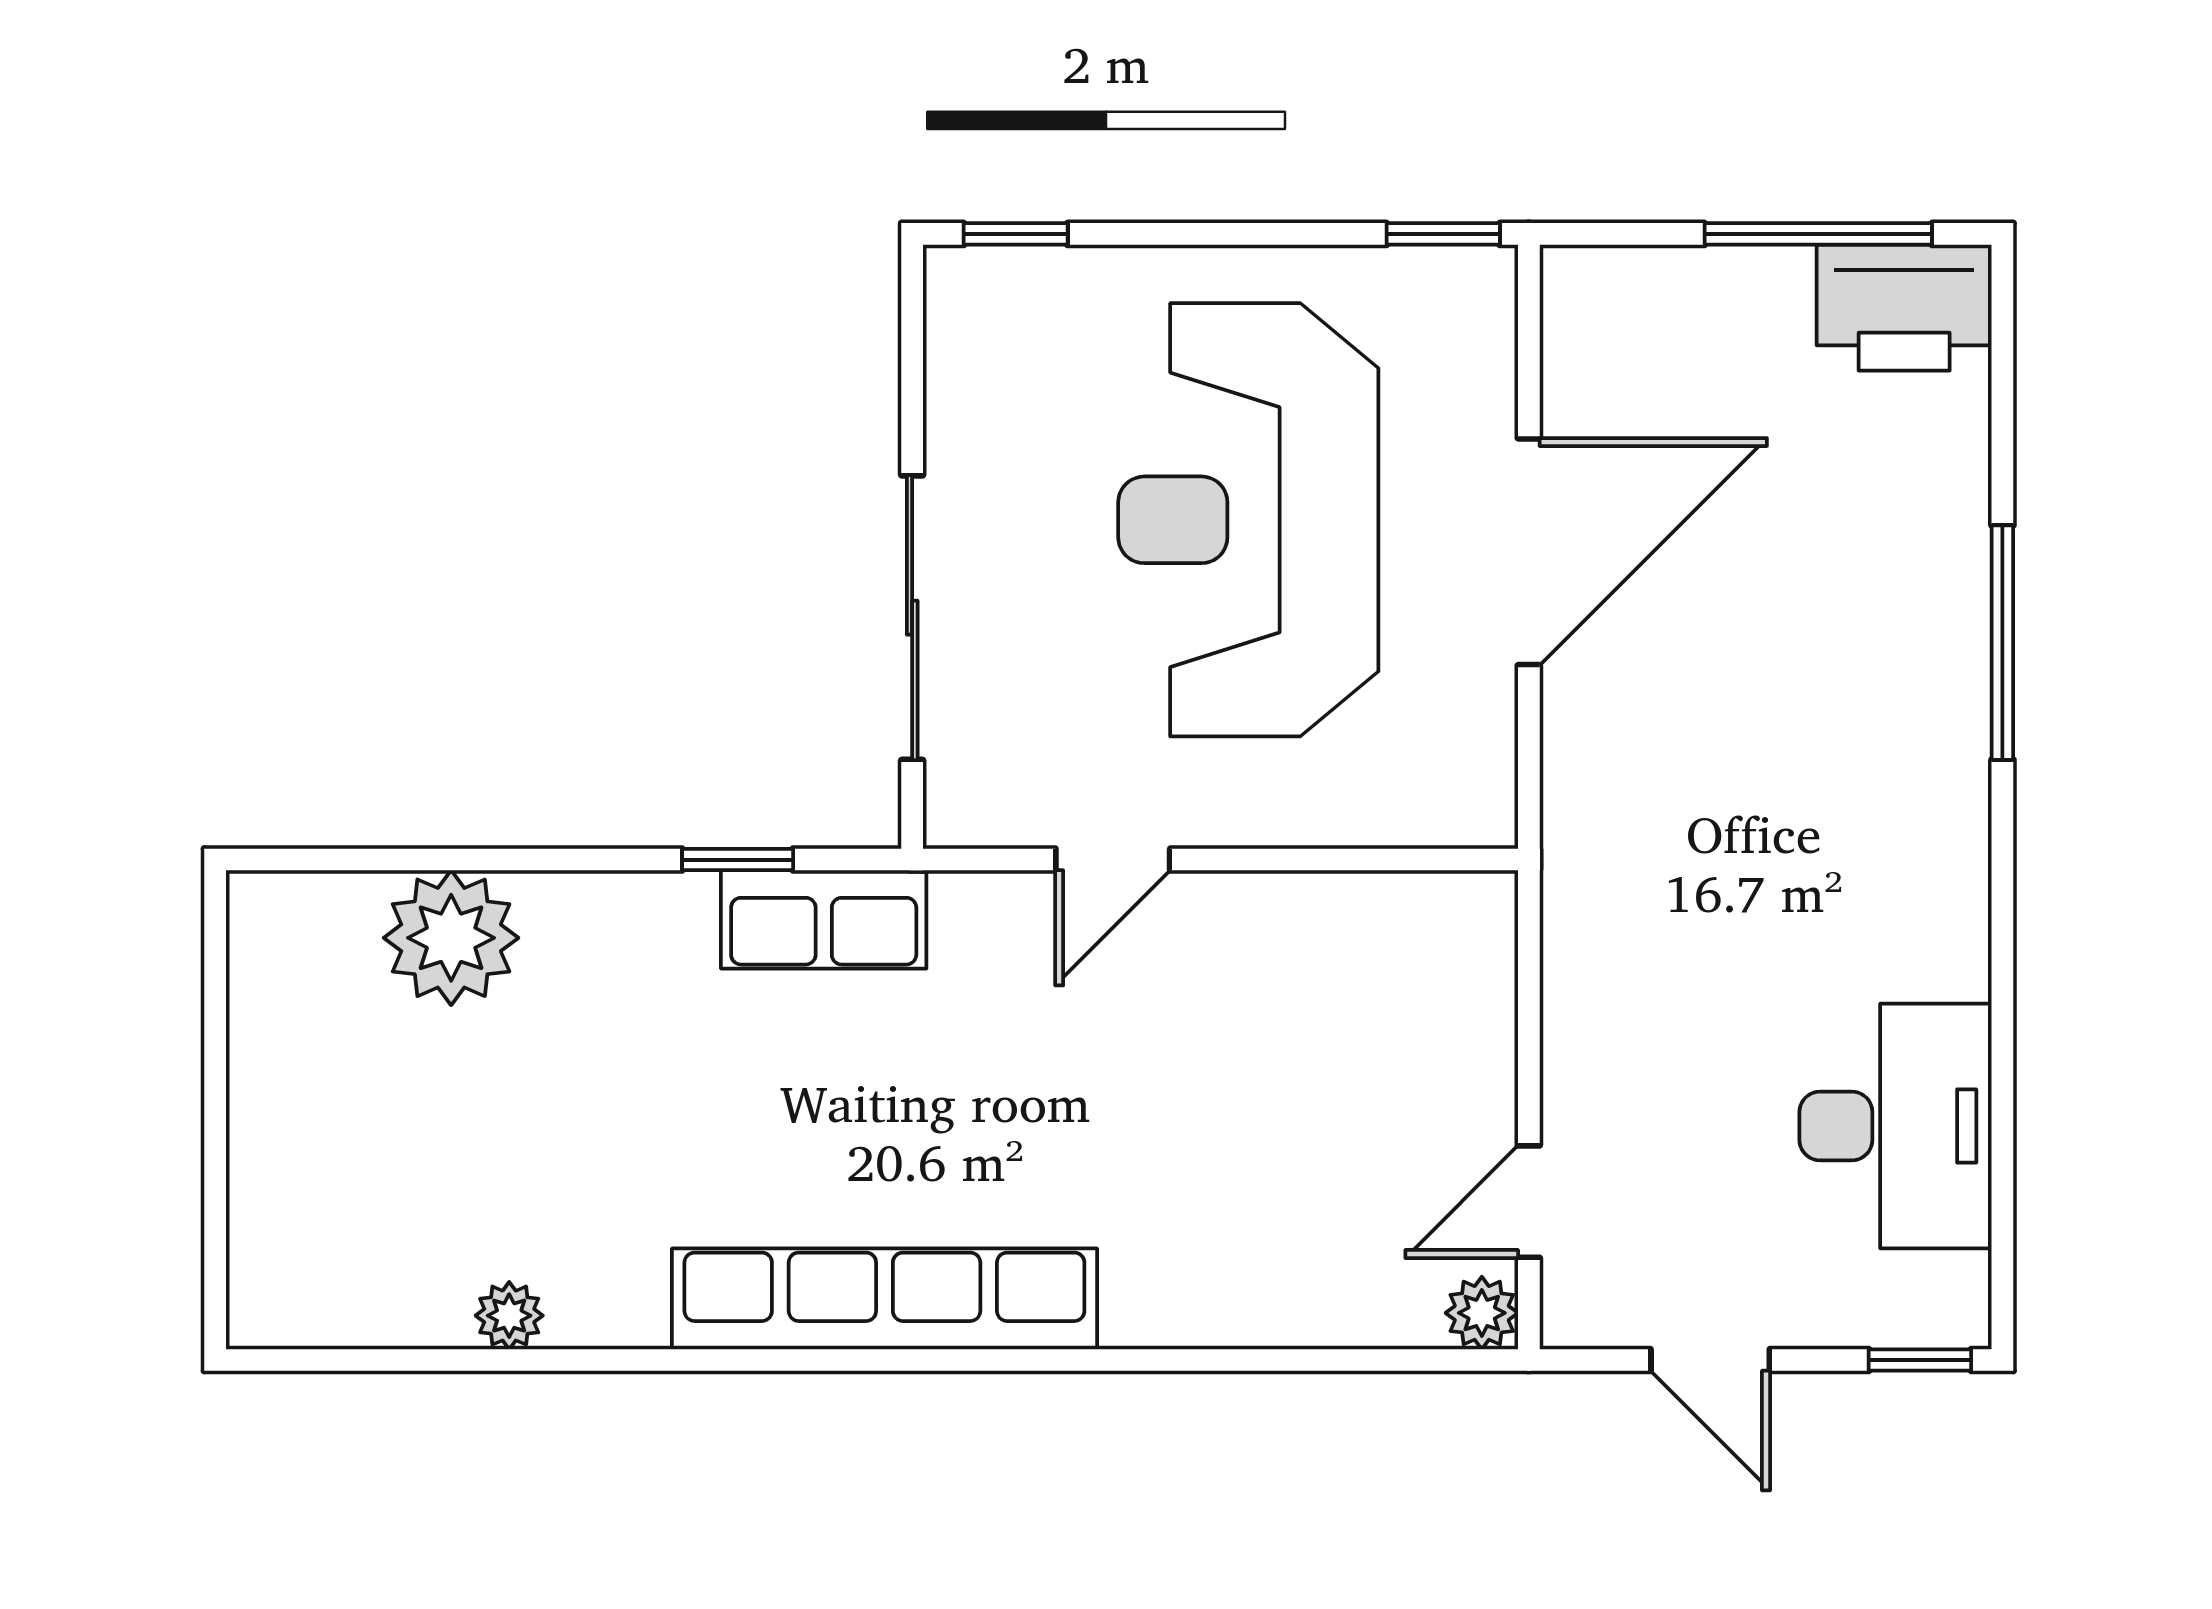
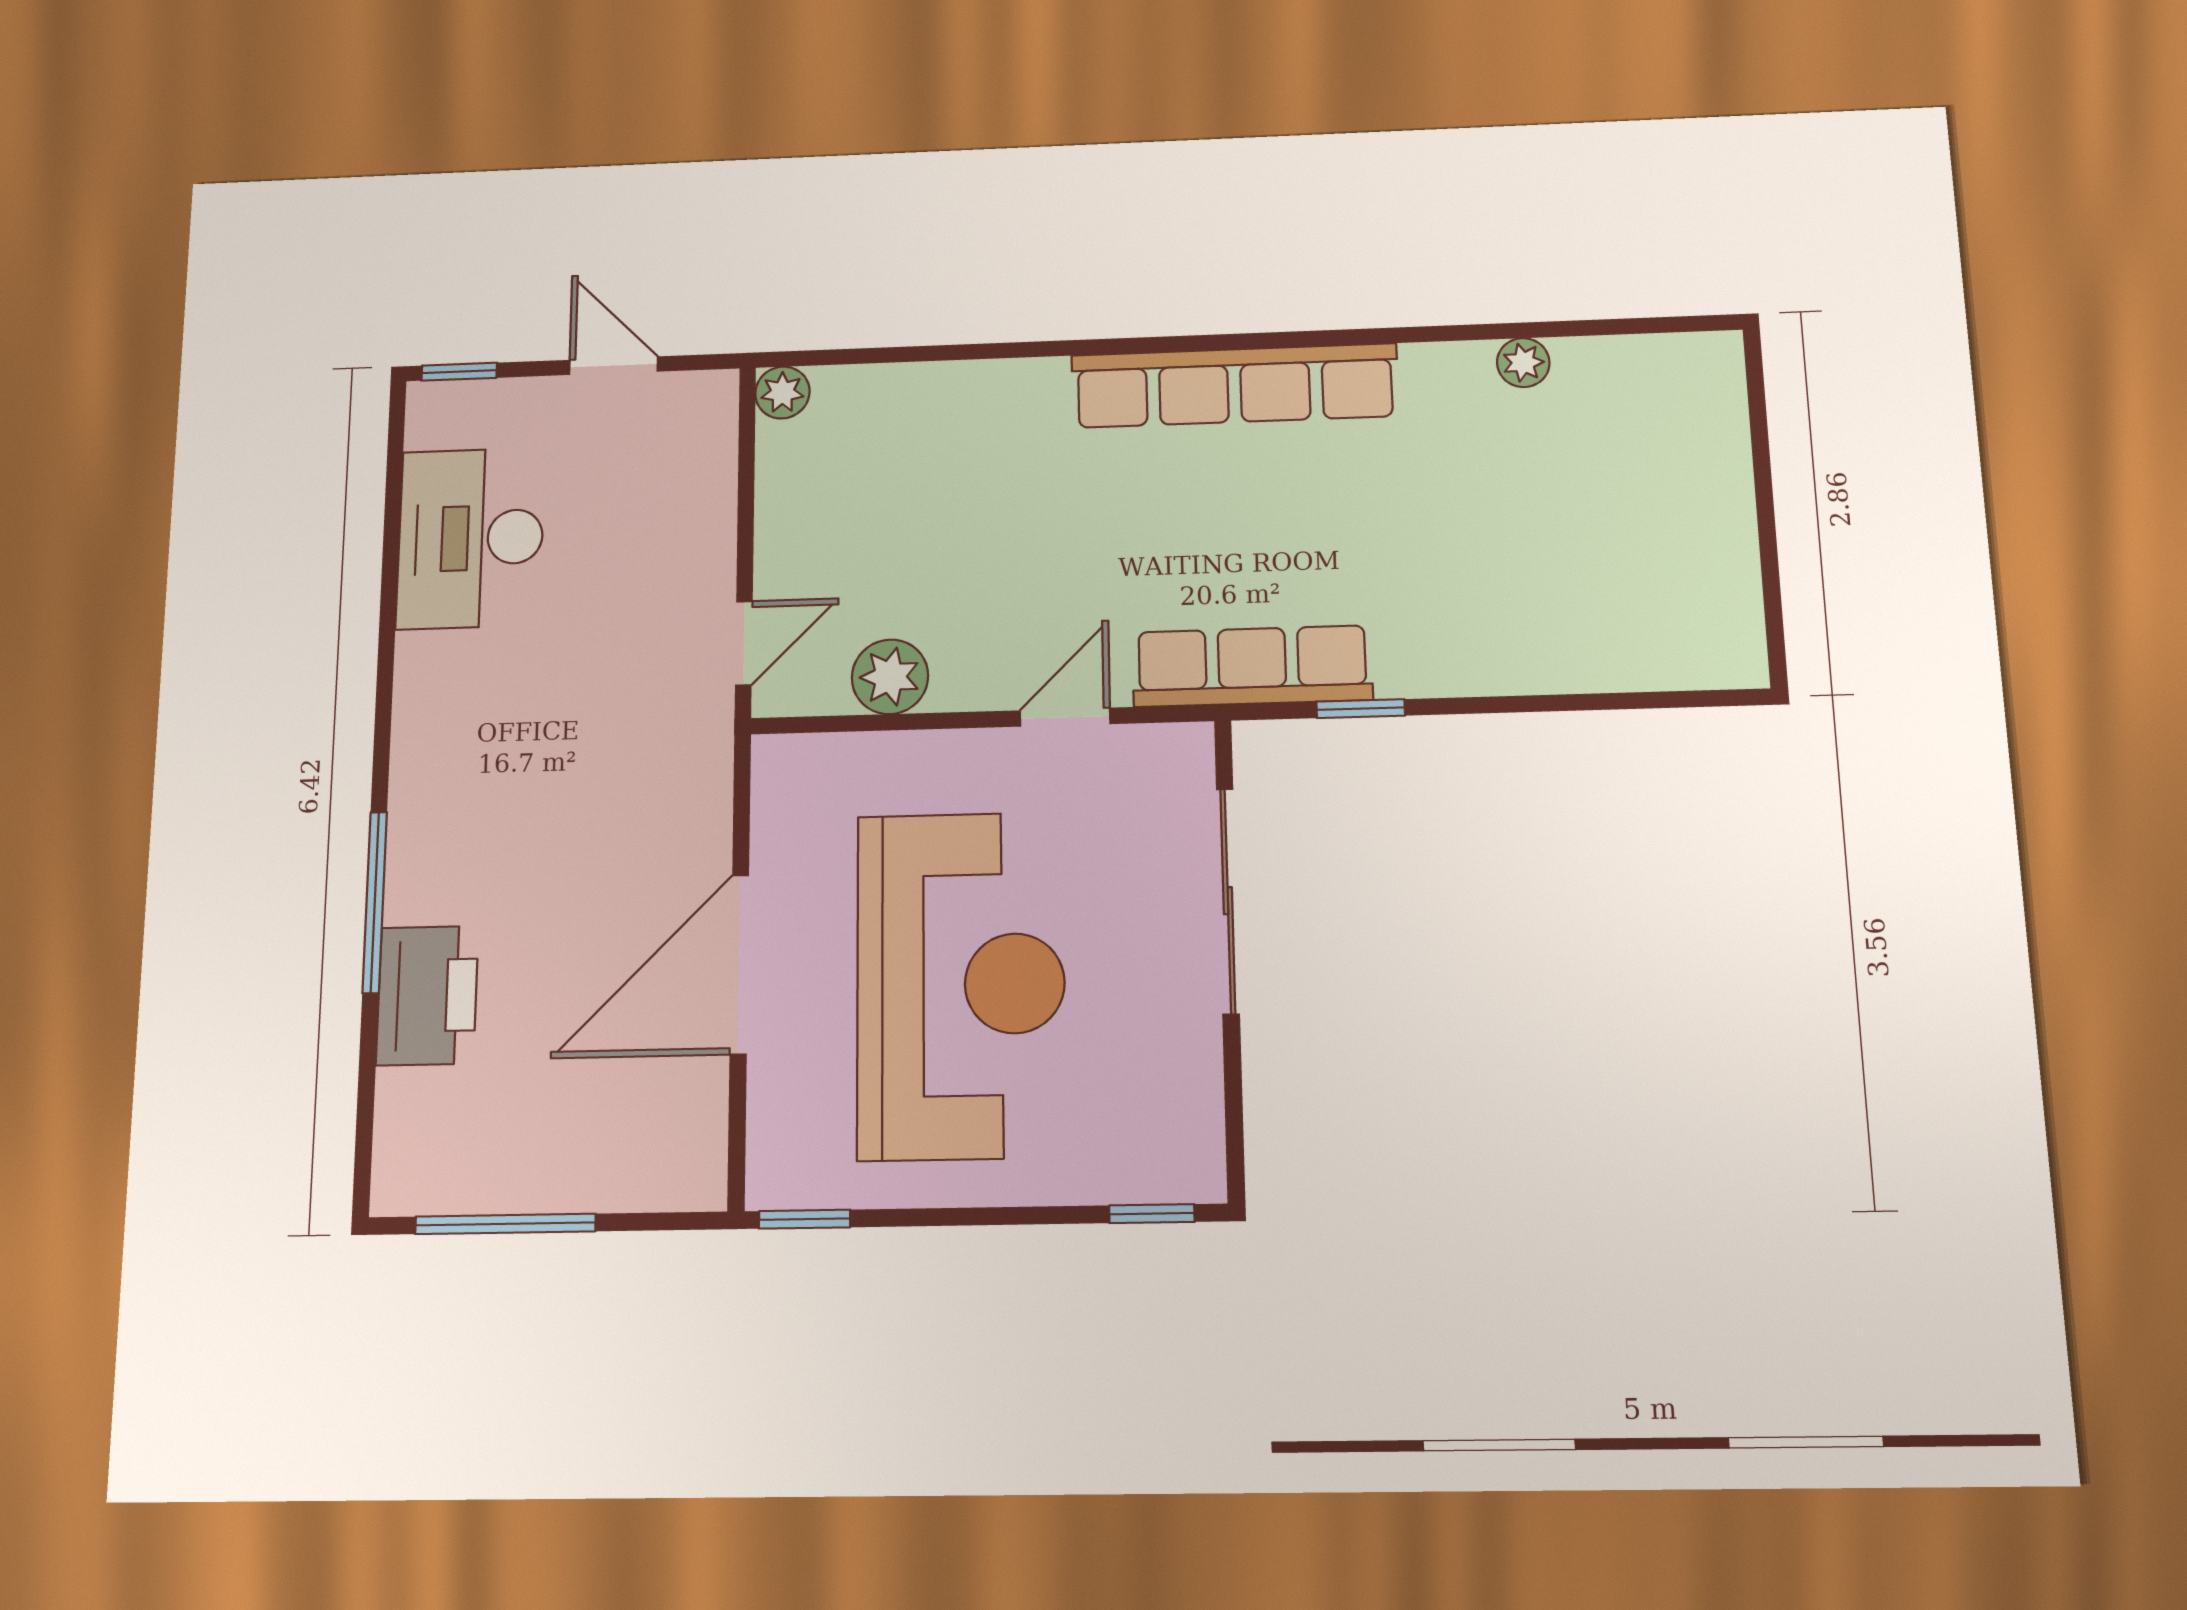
printer: (1904, 308) -> (427, 995), moved, turned 90
row of seats: (824, 919) -> (1252, 666), width x1.48
plant: (451, 938) -> (890, 677), moved, width x0.73, depth x0.73
door: (1529, 1202) -> (744, 643), moved

